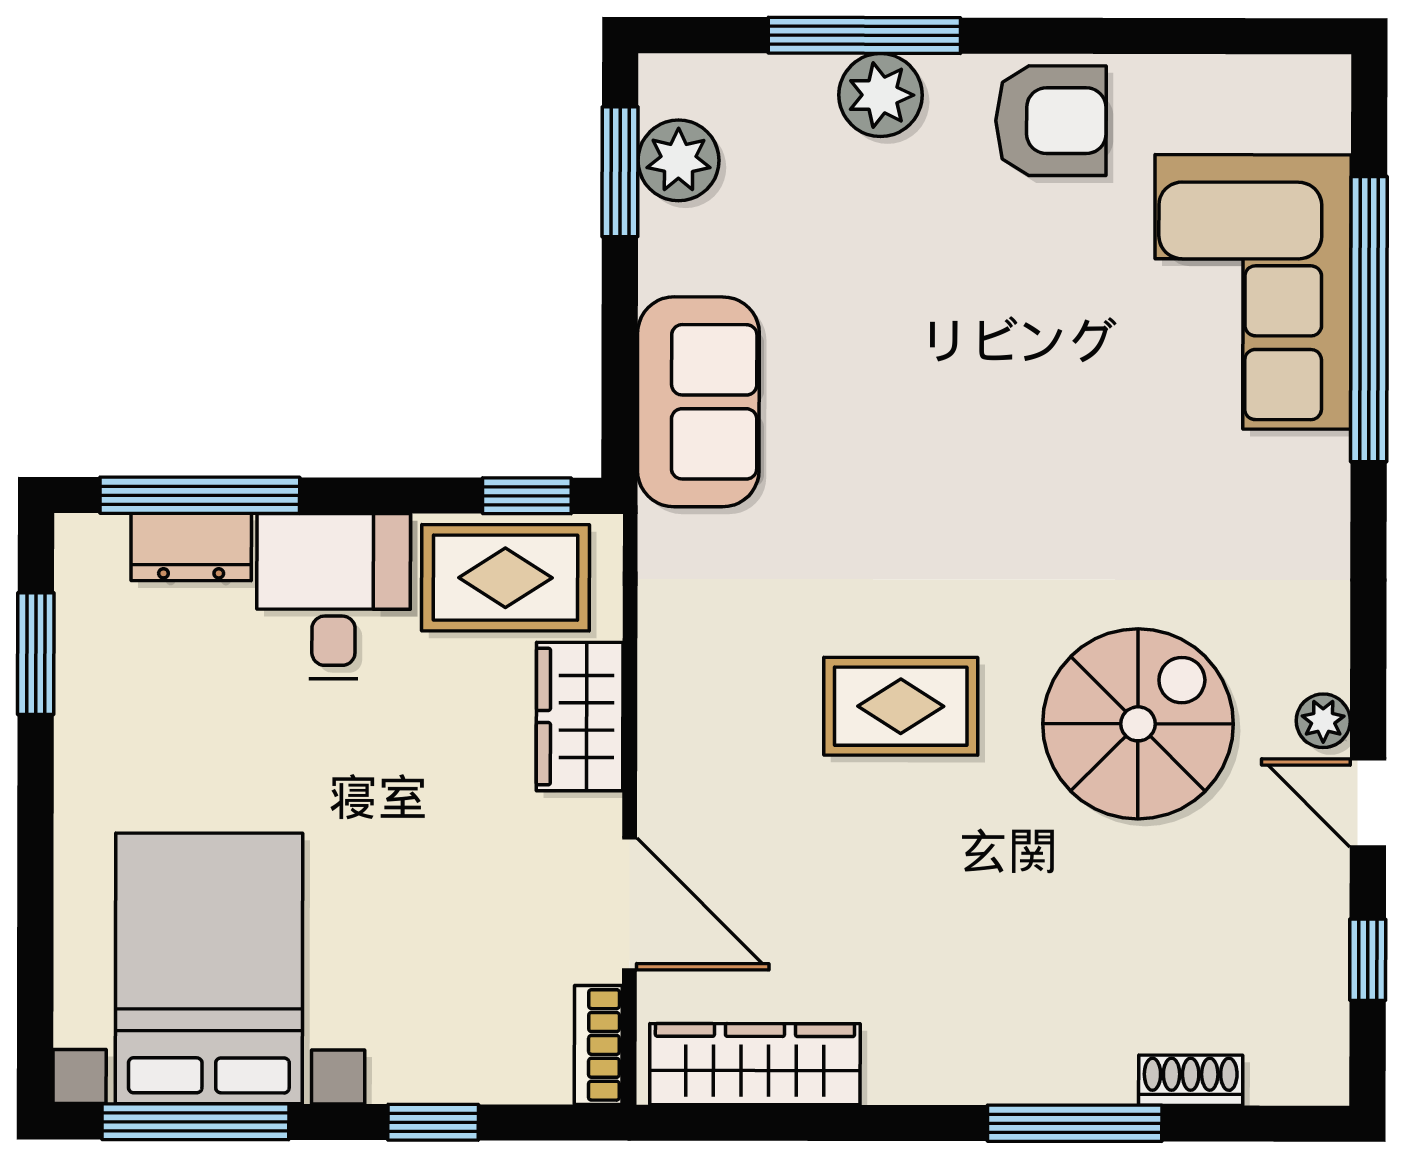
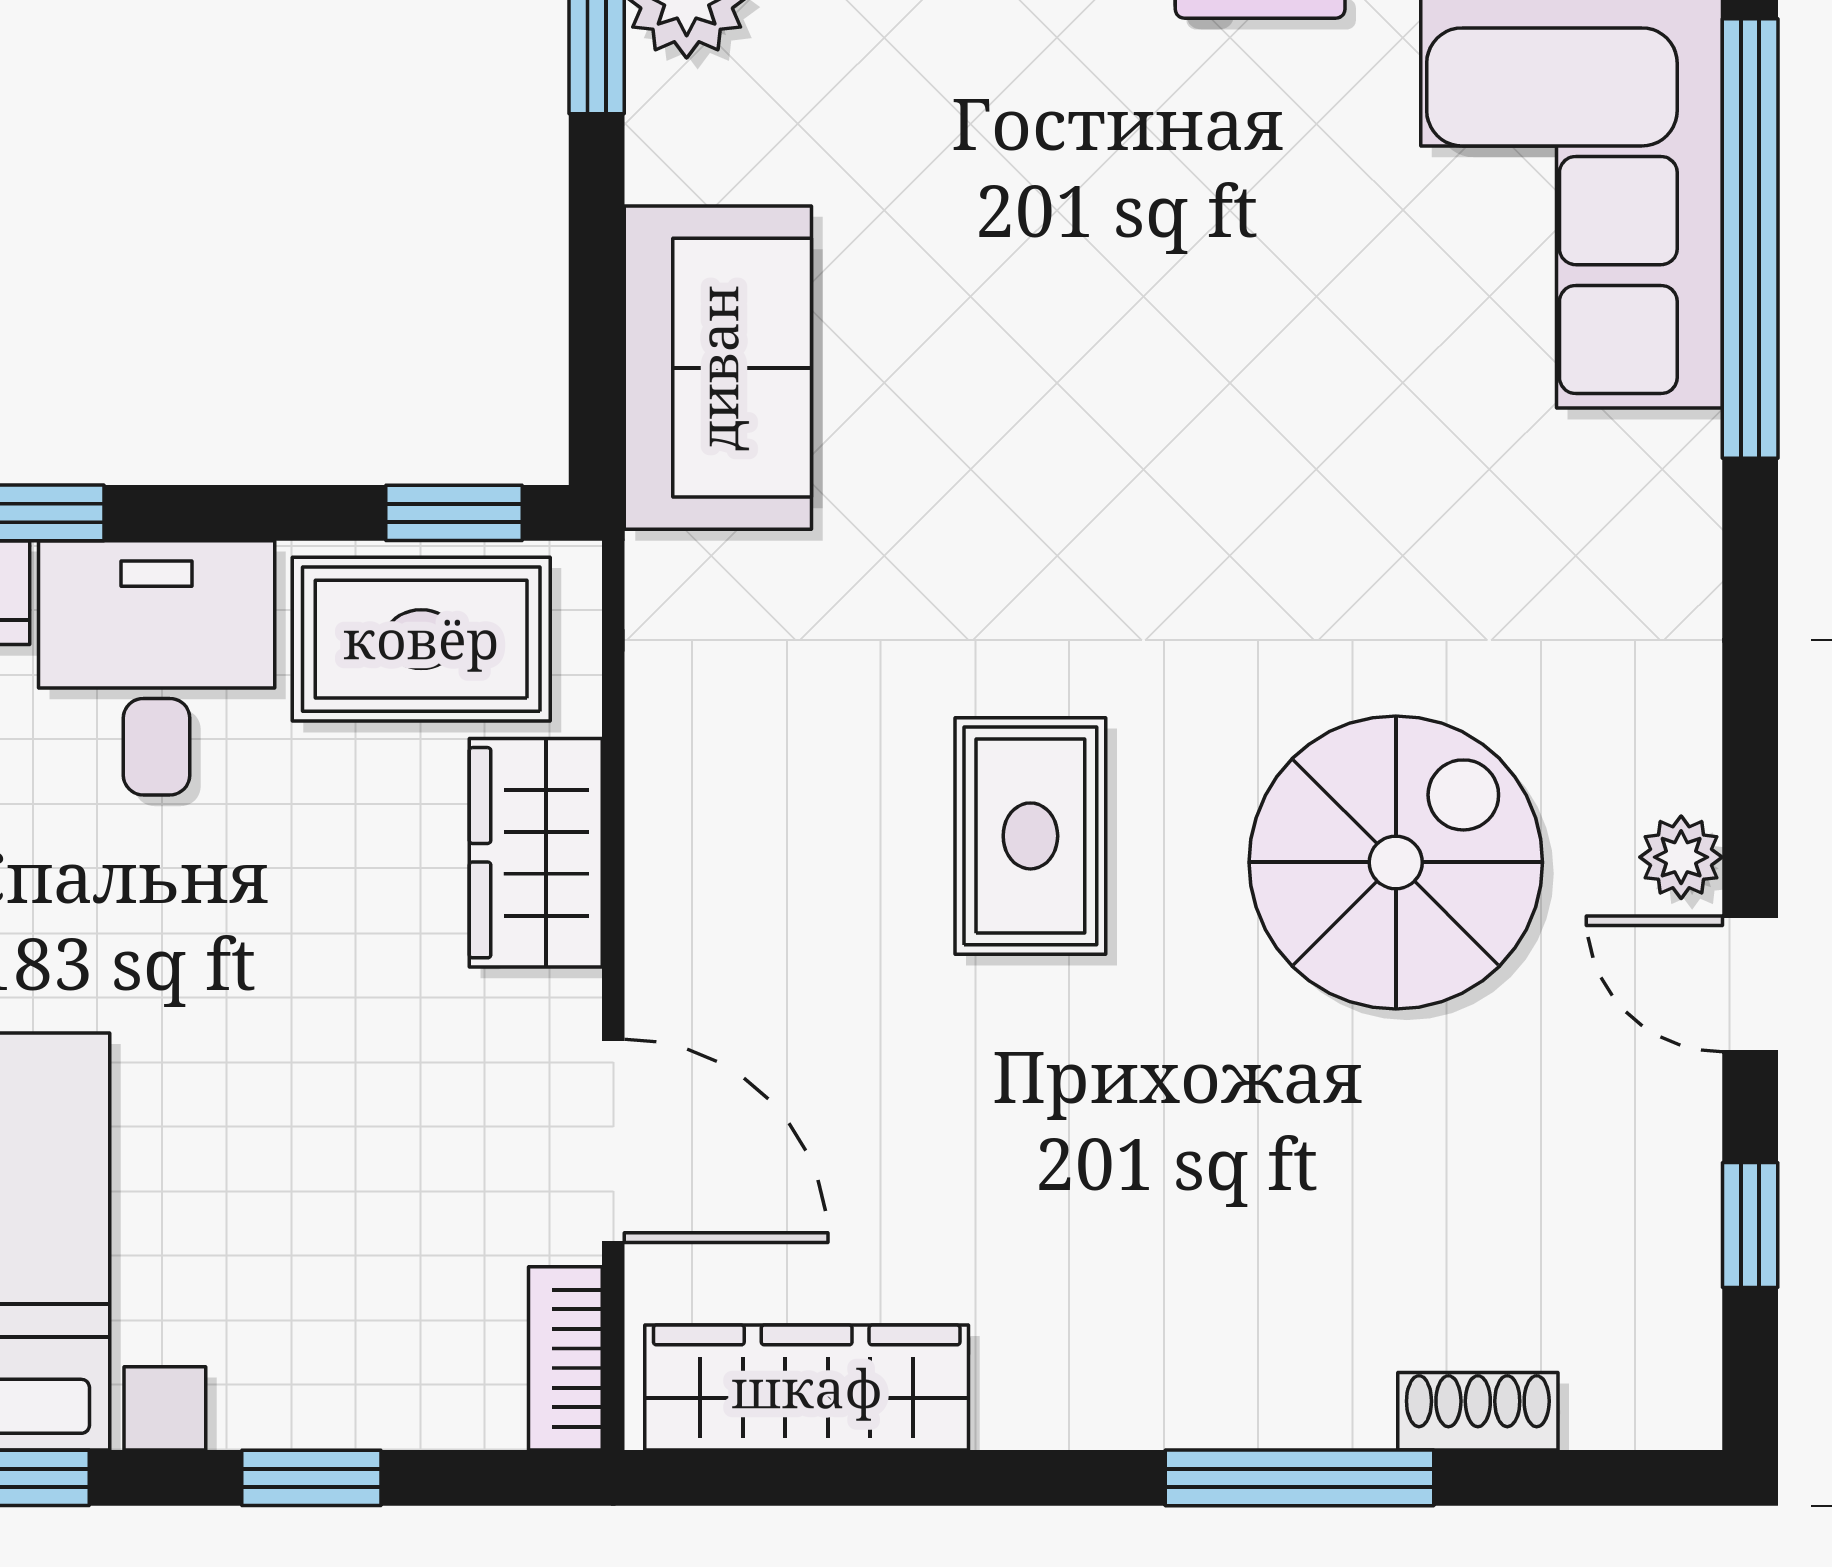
rug: (901, 706) -> (1030, 836), turned 90

